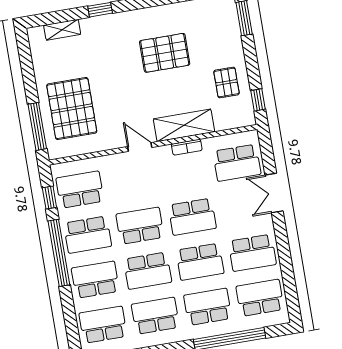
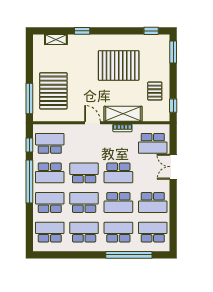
pallet: (165, 53) -> (119, 65), width x1.37, depth x1.41
school desk: (148, 271) -> (84, 202), turned 180

